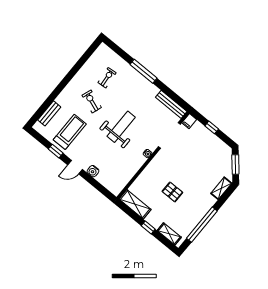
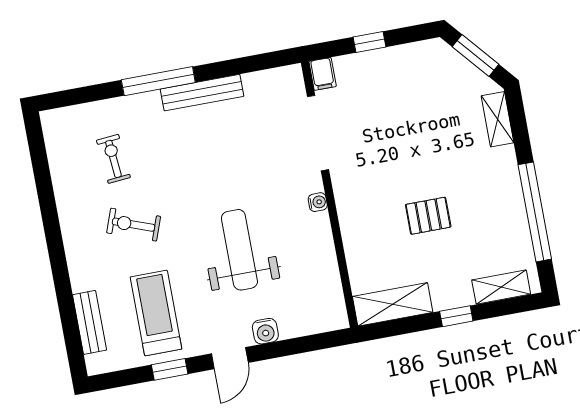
bench: (171, 104) -> (202, 93), moved
weight bench: (121, 127) -> (239, 250), moved

